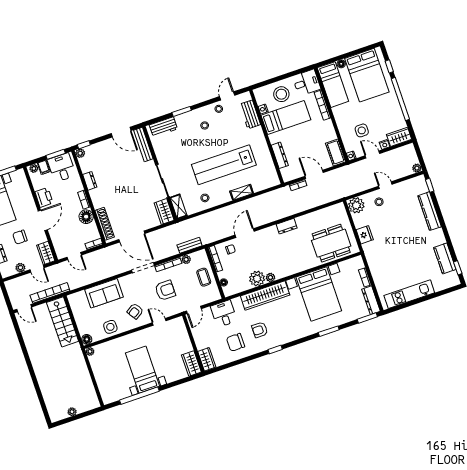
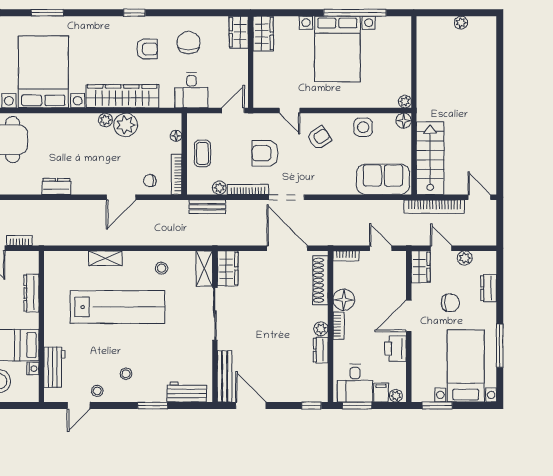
plant: (80, 153) -> (321, 329), moved
sofa: (104, 293) -> (383, 179), moved
chair: (236, 342) -> (188, 43), turned -90
bed with nightstands: (143, 370) -> (337, 49), width x1.36

